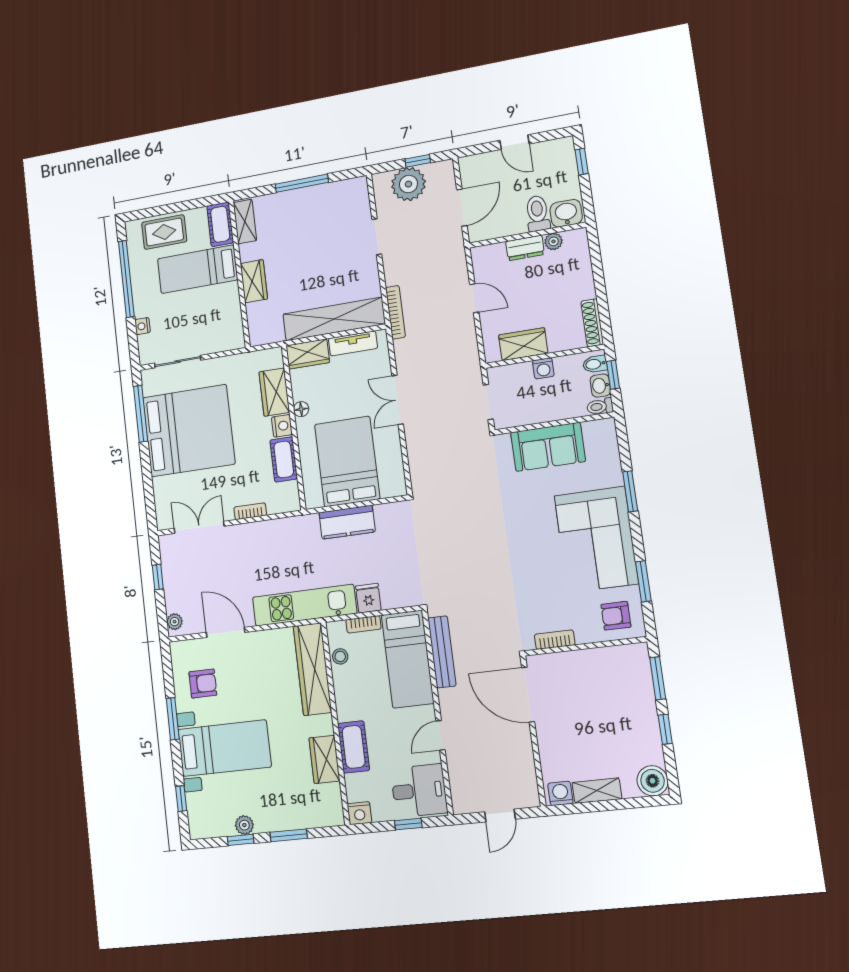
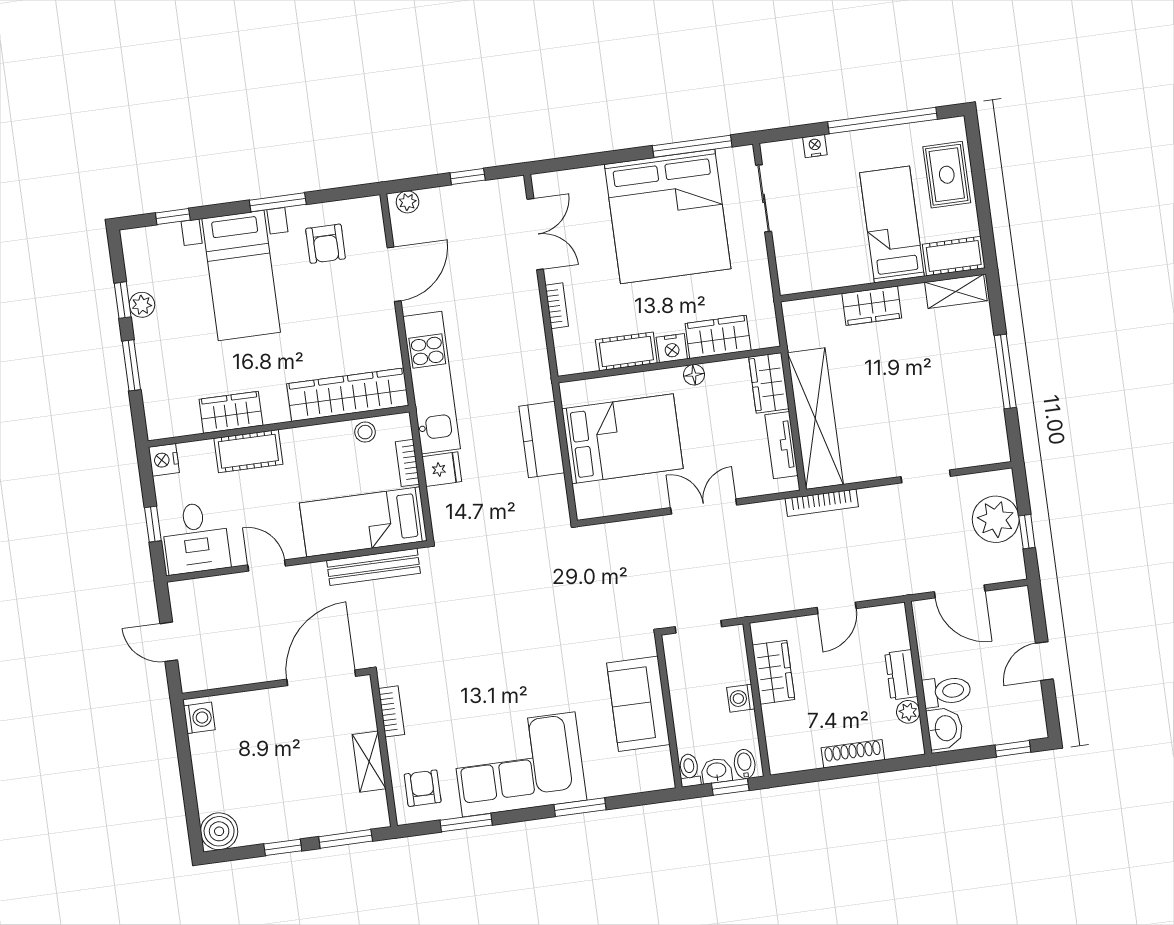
shoe rack: (592, 323) -> (853, 754), moved
shelving: (597, 791) -> (369, 762), moved

